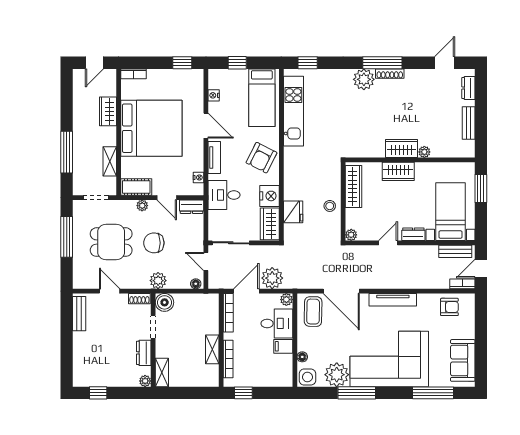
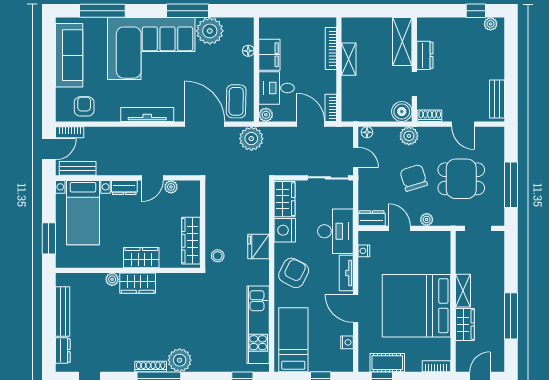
bench: (469, 123) -> (63, 311), width x1.36
window: (67, 152) -> (511, 316), moved
shelving: (110, 161) -> (463, 291), moved
cot: (136, 187) -> (387, 363), moved
desk: (224, 195) -> (335, 231), width x1.37
stool: (330, 206) -> (218, 256), moved
fridge: (293, 212) -> (258, 246), moved
plant: (351, 235) -> (171, 187), moved
chair: (154, 243) -> (414, 178), turned -107
plant: (272, 278) -> (251, 139), moved
door: (246, 291) -> (311, 124), swing flipped
armchair: (449, 307) -> (84, 106), turned 90
bookcase: (228, 313) -> (331, 108), width x0.64
filing cabinet: (283, 346) -> (269, 55), width x2.00
sofa: (463, 360) -> (69, 55), width x1.36
shelving: (162, 372) -> (402, 41), width x1.50, depth x1.33
side table: (307, 377) -> (242, 28), removed
plant: (145, 381) -> (491, 24), moved
window: (243, 393) -> (314, 11), removed

